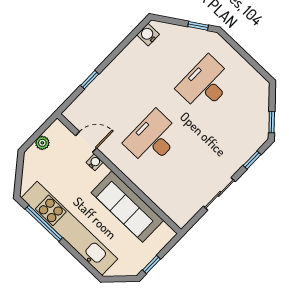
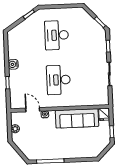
water cooler: (148, 35) -> (13, 64), moved
door: (86, 142) -> (33, 110), hinge flipped
kitchen unit: (69, 228) -> (63, 152), removed
fridge: (164, 235) -> (104, 114), added

